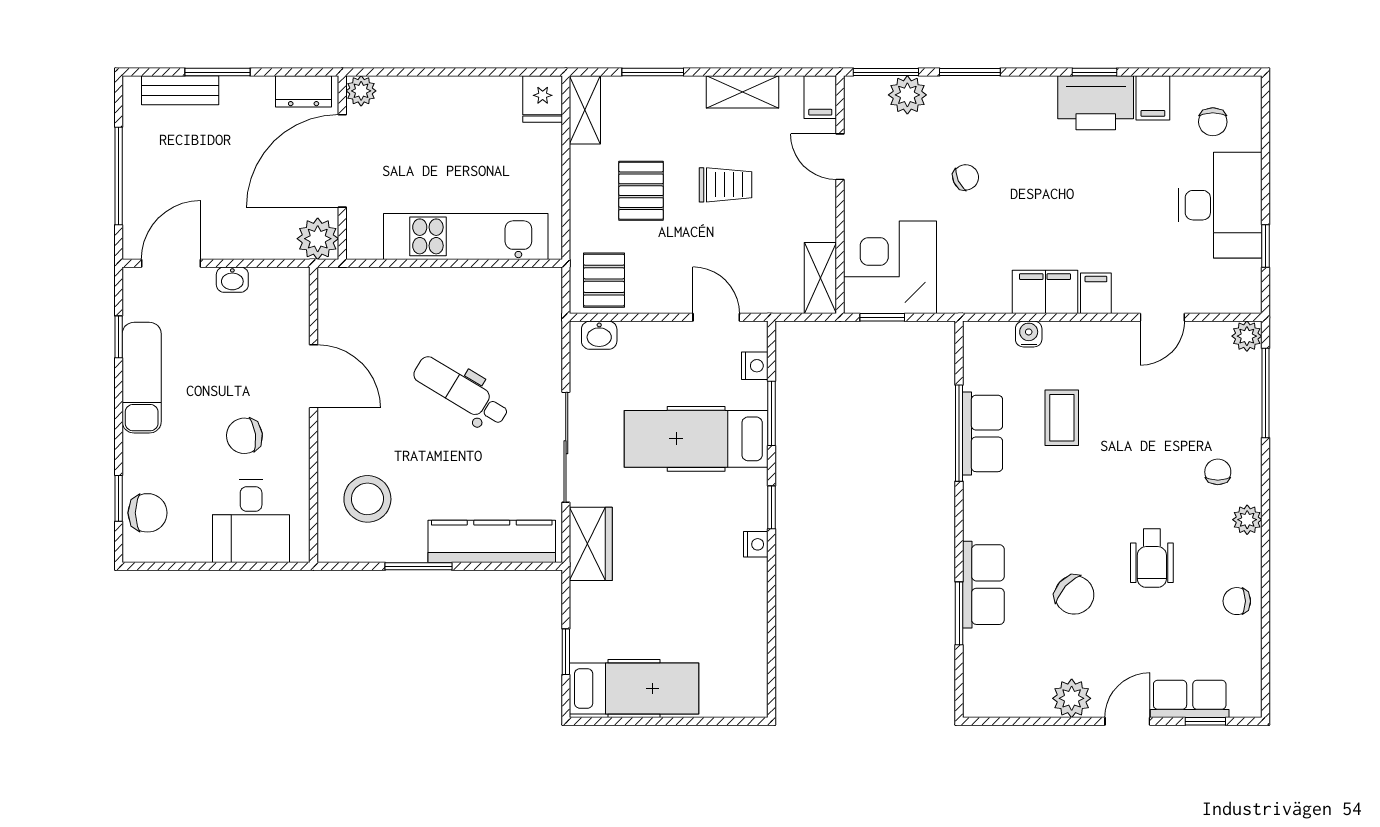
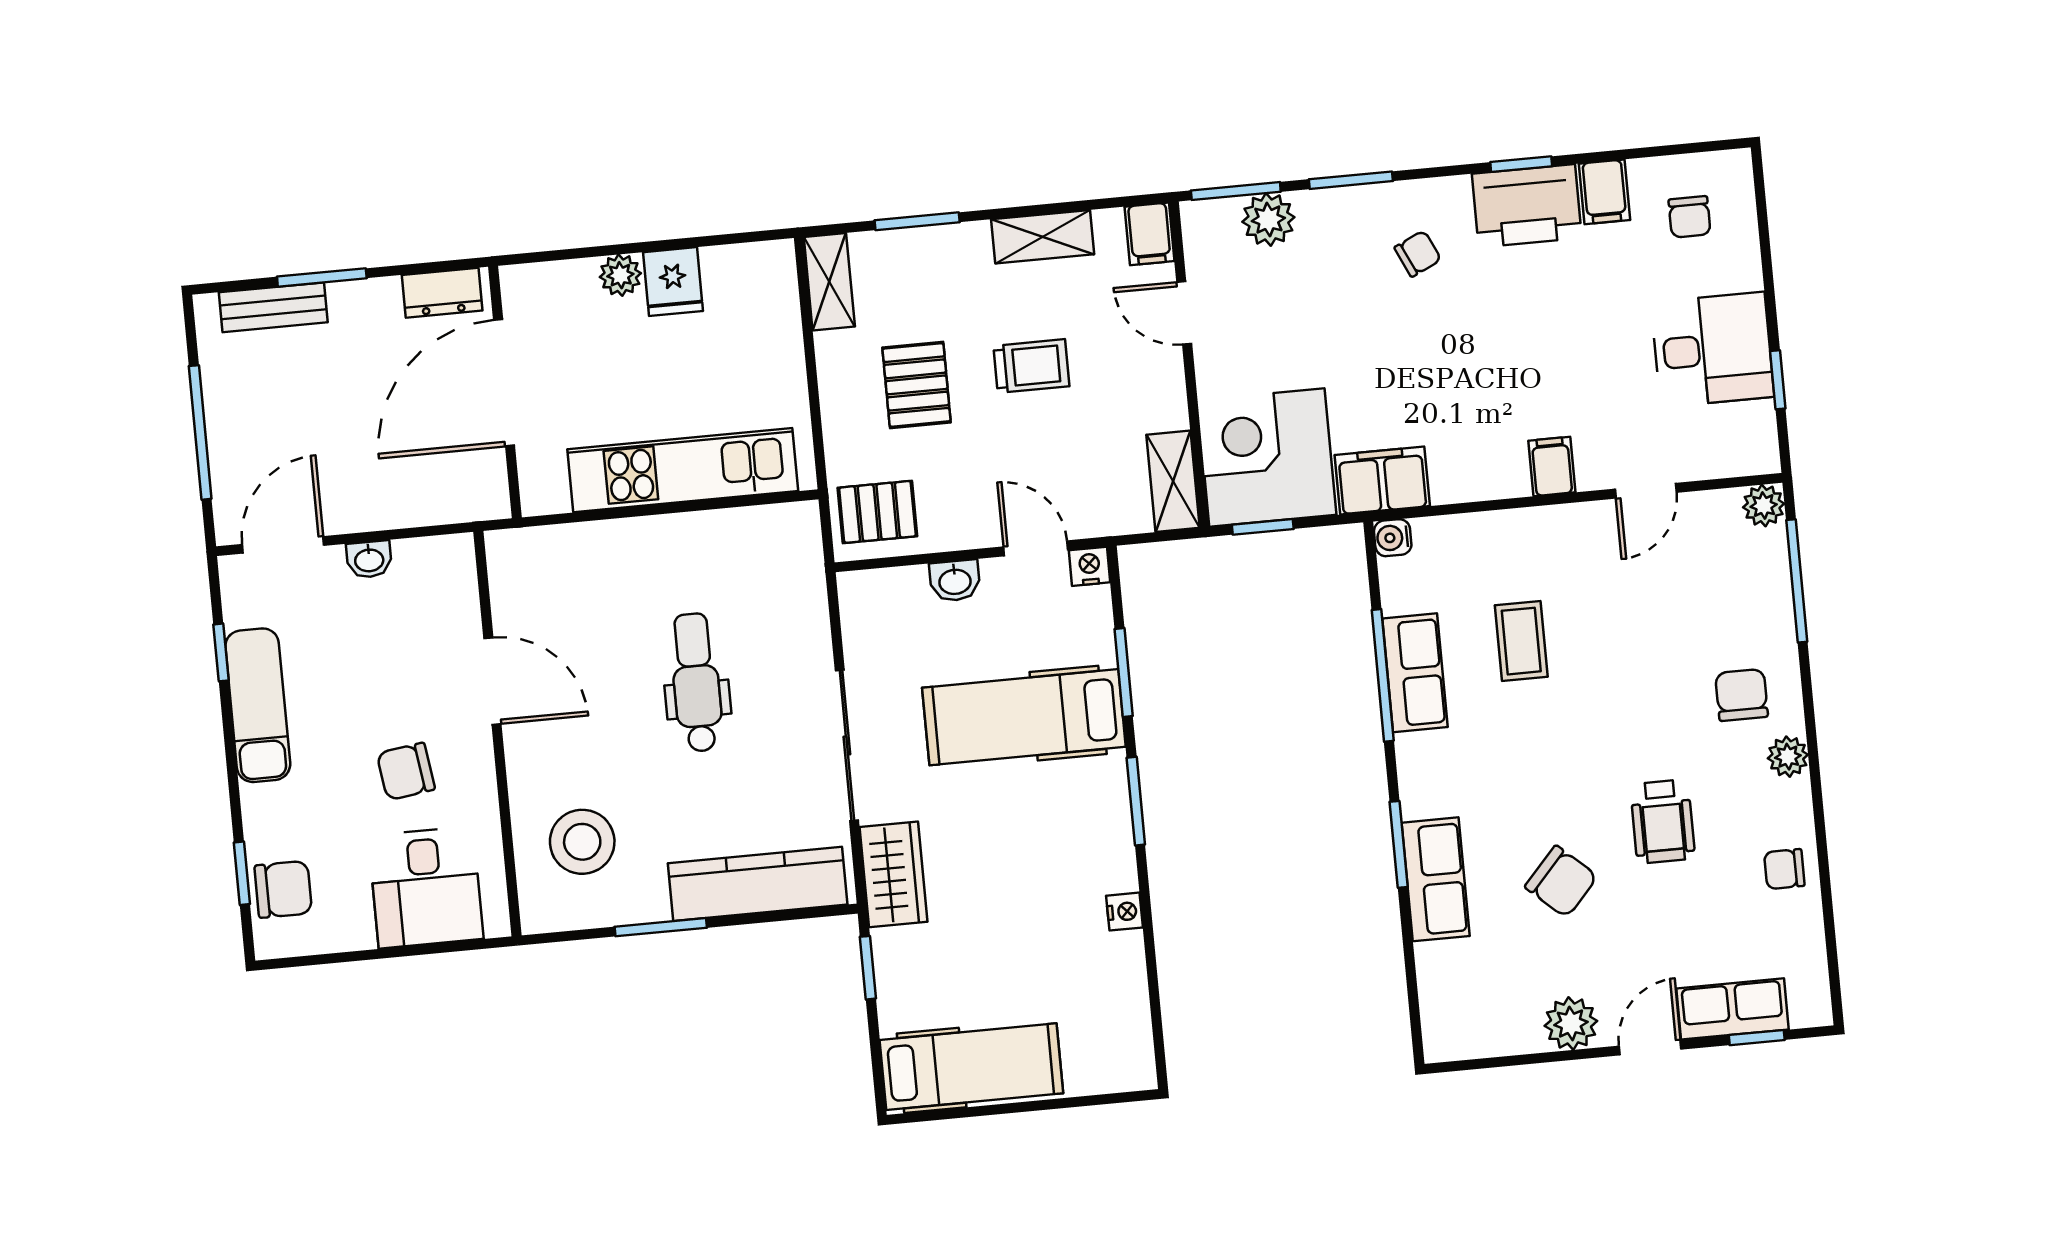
plant: (361, 91) -> (620, 275), moved
fridge: (543, 99) -> (673, 282), moved
chair: (966, 177) -> (1418, 254), moved
desk: (1220, 205) -> (1712, 350), width x0.73
plant: (318, 239) -> (481, 492), removed
pallet: (604, 280) -> (877, 512), turned 90
filing cabinet: (1045, 292) -> (1382, 481), moved
water cooler: (1029, 334) -> (1393, 538), moved, turned -90
washbasin: (599, 335) -> (955, 581), moved
nightstand: (755, 366) -> (1089, 566), moved, turned -90
dental chair: (461, 391) -> (696, 682), turned 59
chair: (1218, 472) -> (1742, 695), width x1.37, depth x1.37
window: (771, 507) -> (1136, 801), width x1.50
nightstand: (756, 544) -> (1125, 912), moved
window: (959, 613) -> (1399, 844), moved
window: (566, 652) -> (868, 968), moved

